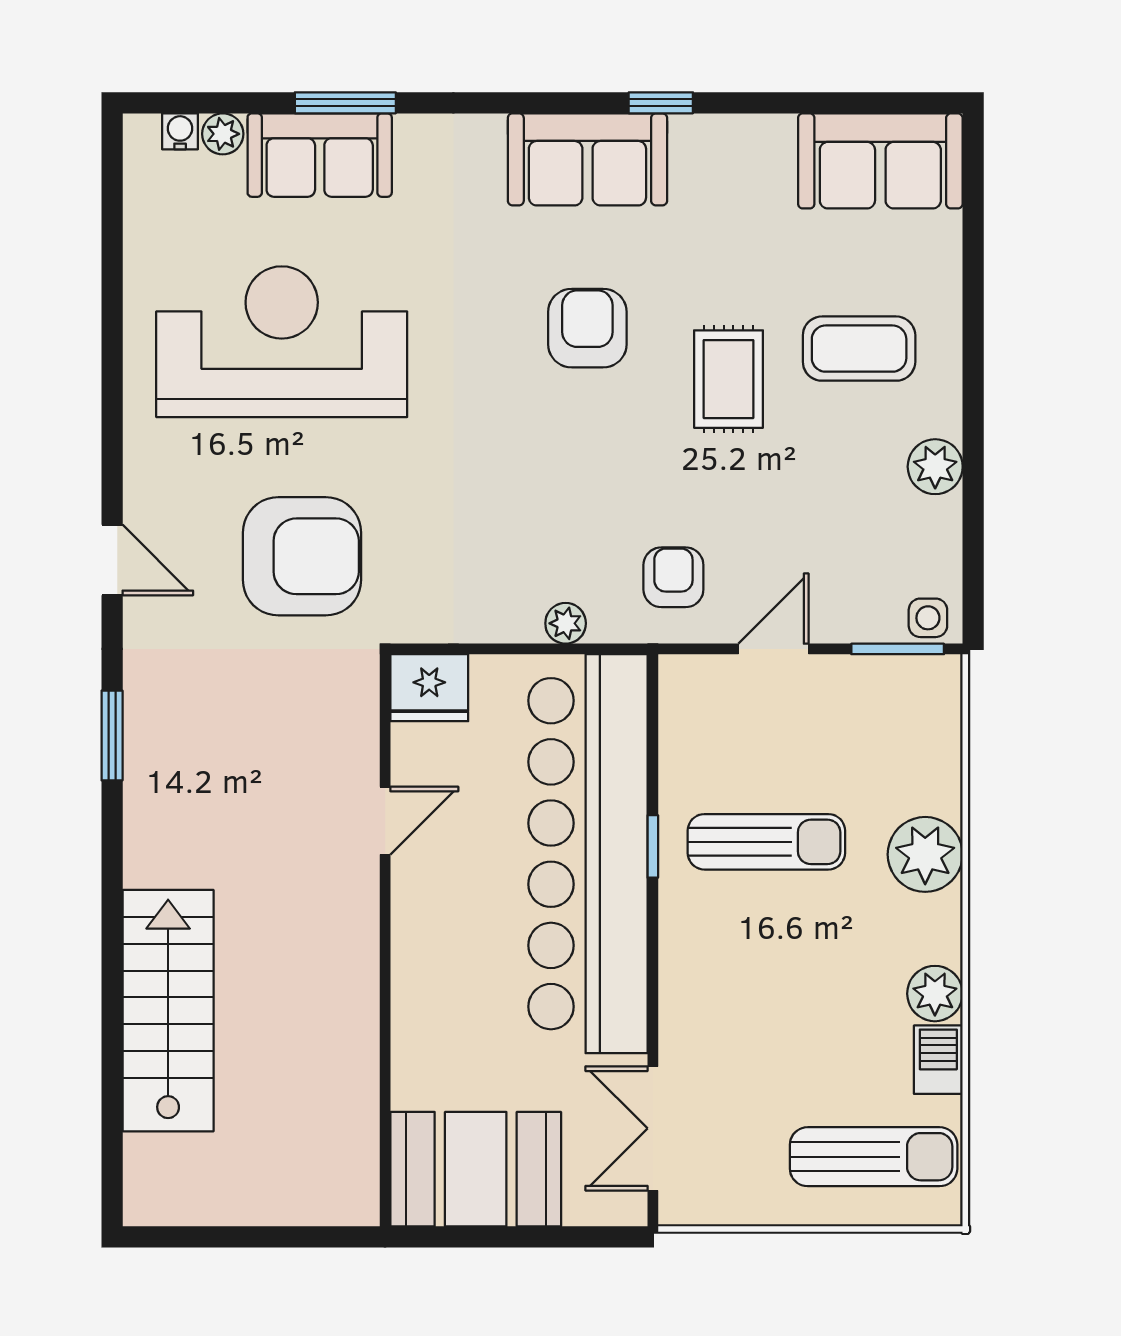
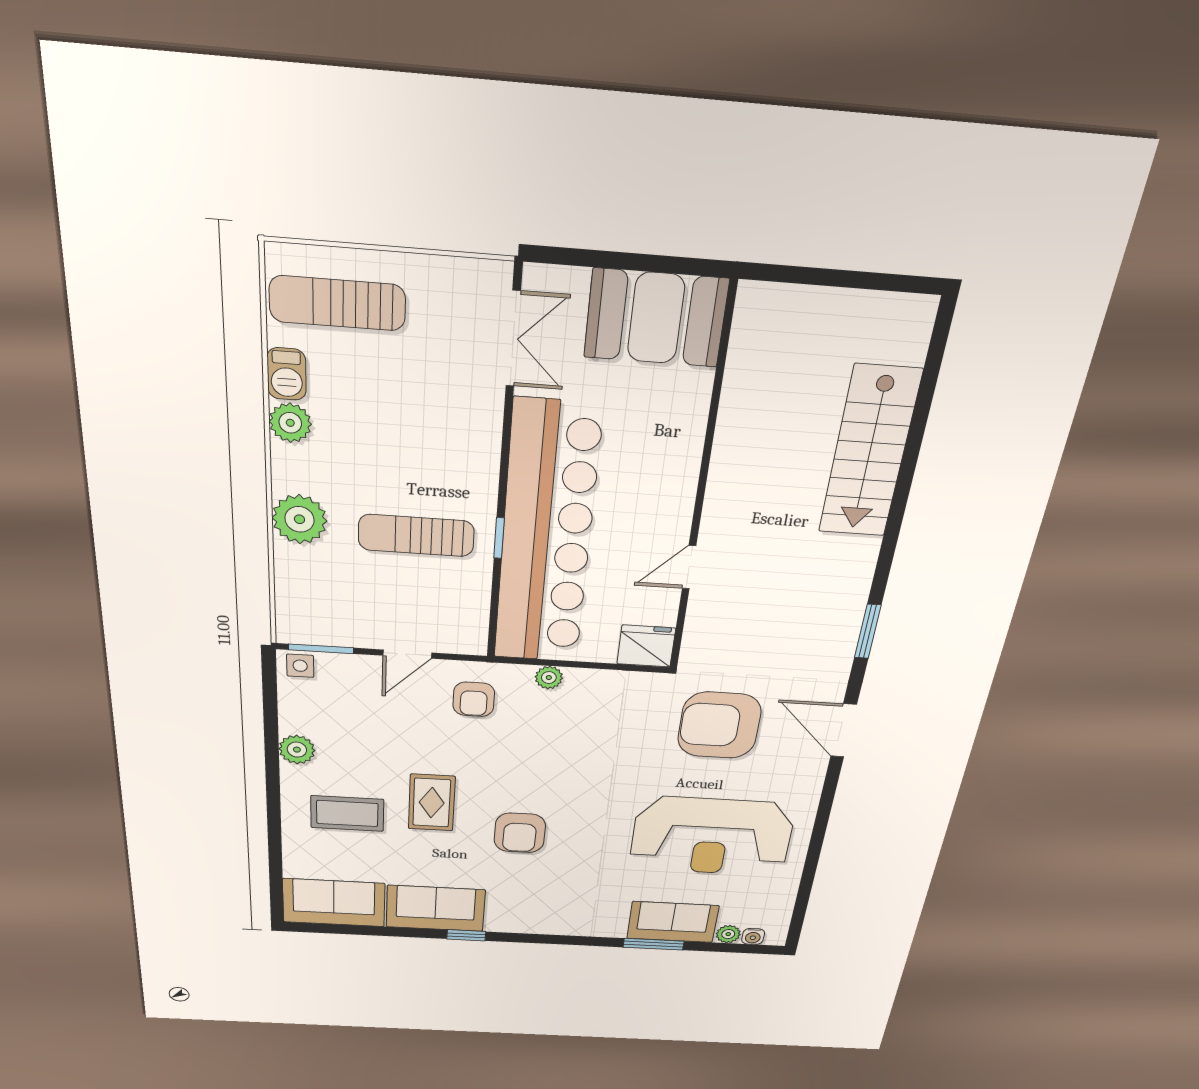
sofa: (587, 159) -> (436, 908), moved
door: (112, 560) -> (844, 731), width x1.38

